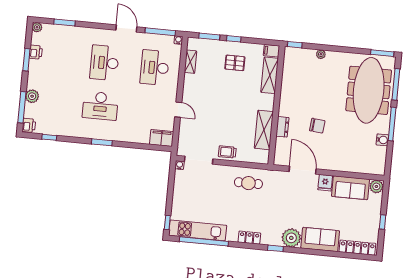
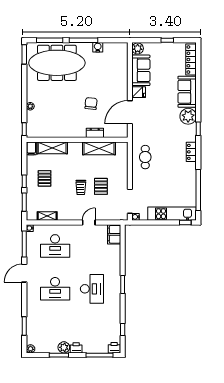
printer: (36, 52) -> (76, 348), moved
plant: (32, 96) -> (64, 347), moved
pallet: (219, 128) -> (101, 186), added
trolley: (227, 152) -> (81, 187), moved
kitchen unit: (198, 230) -> (172, 214), moved, turned 90

